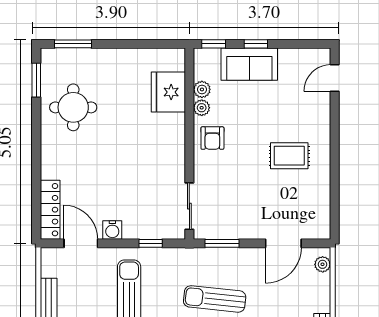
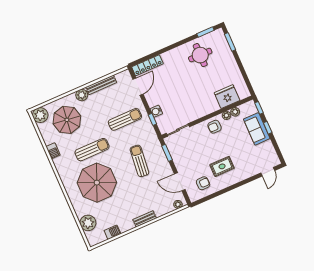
door: (335, 78) -> (268, 172), swing flipped
rug: (289, 156) -> (222, 166), turned 90
armchair: (304, 203) -> (203, 183), added
water cooler: (112, 230) -> (156, 111), moved

